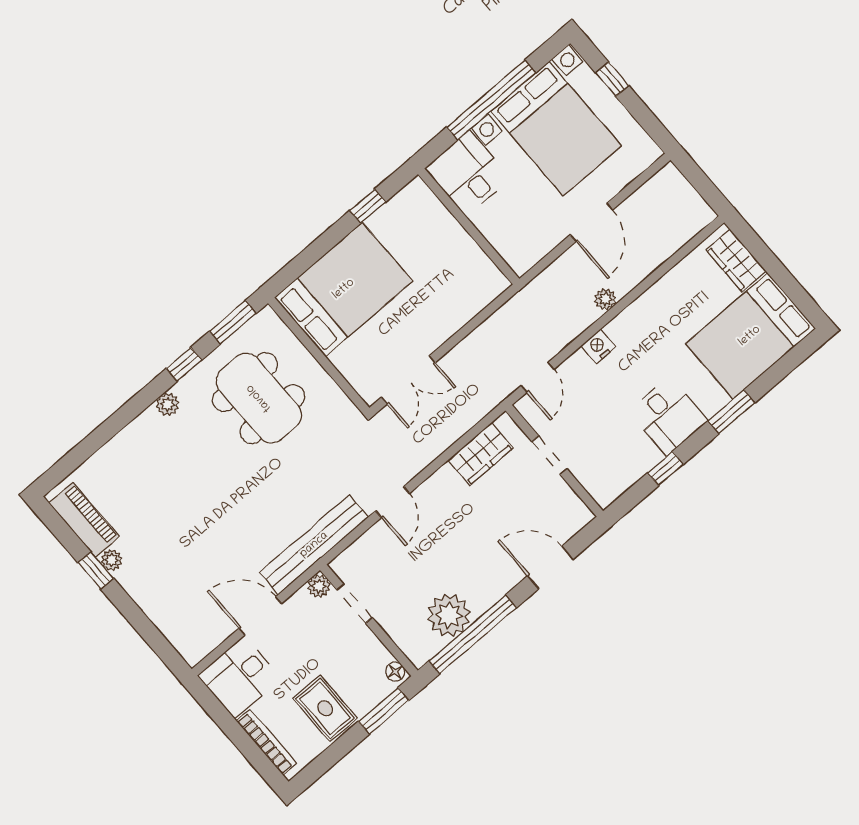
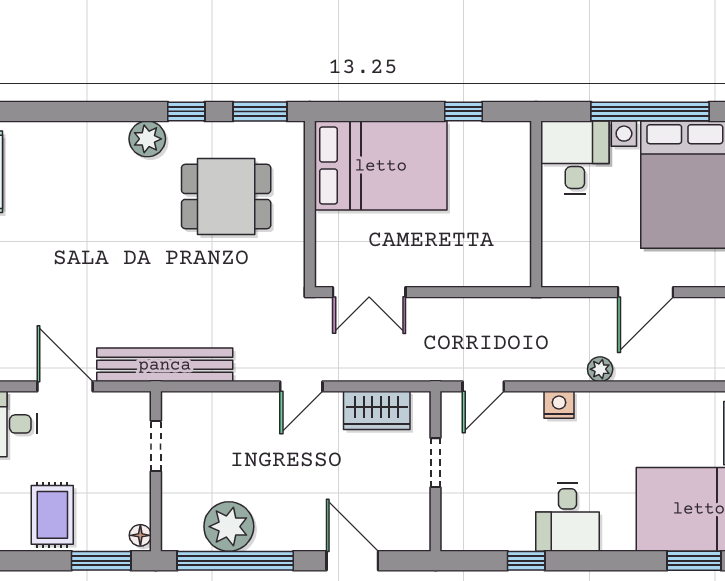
dining table: (259, 398) -> (226, 197), width x0.73
plant: (168, 404) -> (147, 139), width x1.38, depth x1.38
window: (731, 412) -> (694, 561), moved
door: (392, 502) -> (301, 386), moved
plant: (319, 586) -> (138, 404), removed

